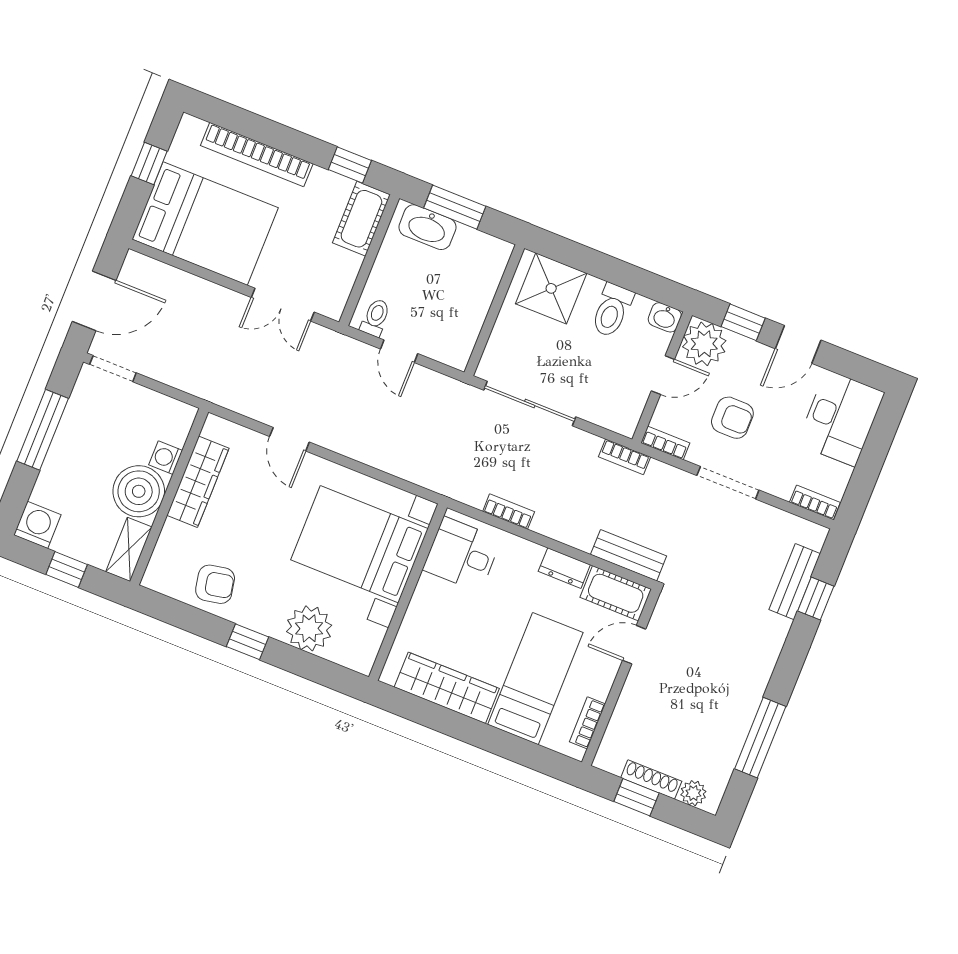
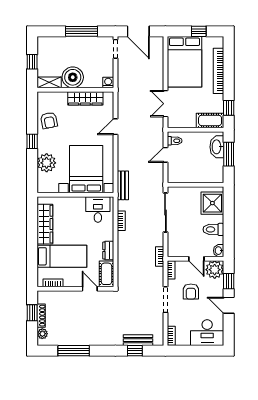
washing machine: (166, 458) -> (108, 82), moved
washing machine: (37, 525) -> (45, 44), removed
bench: (629, 555) -> (123, 185), moved

